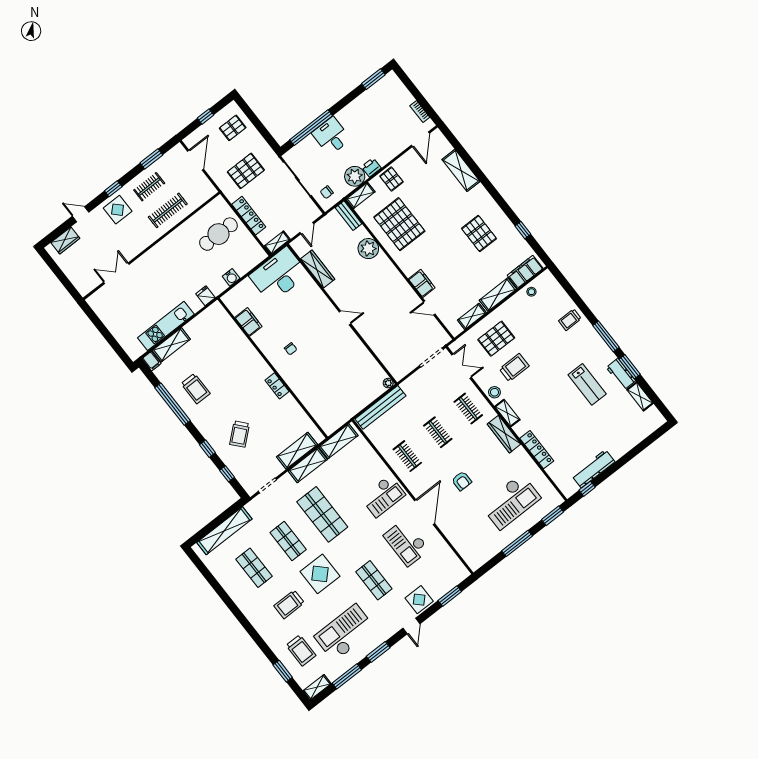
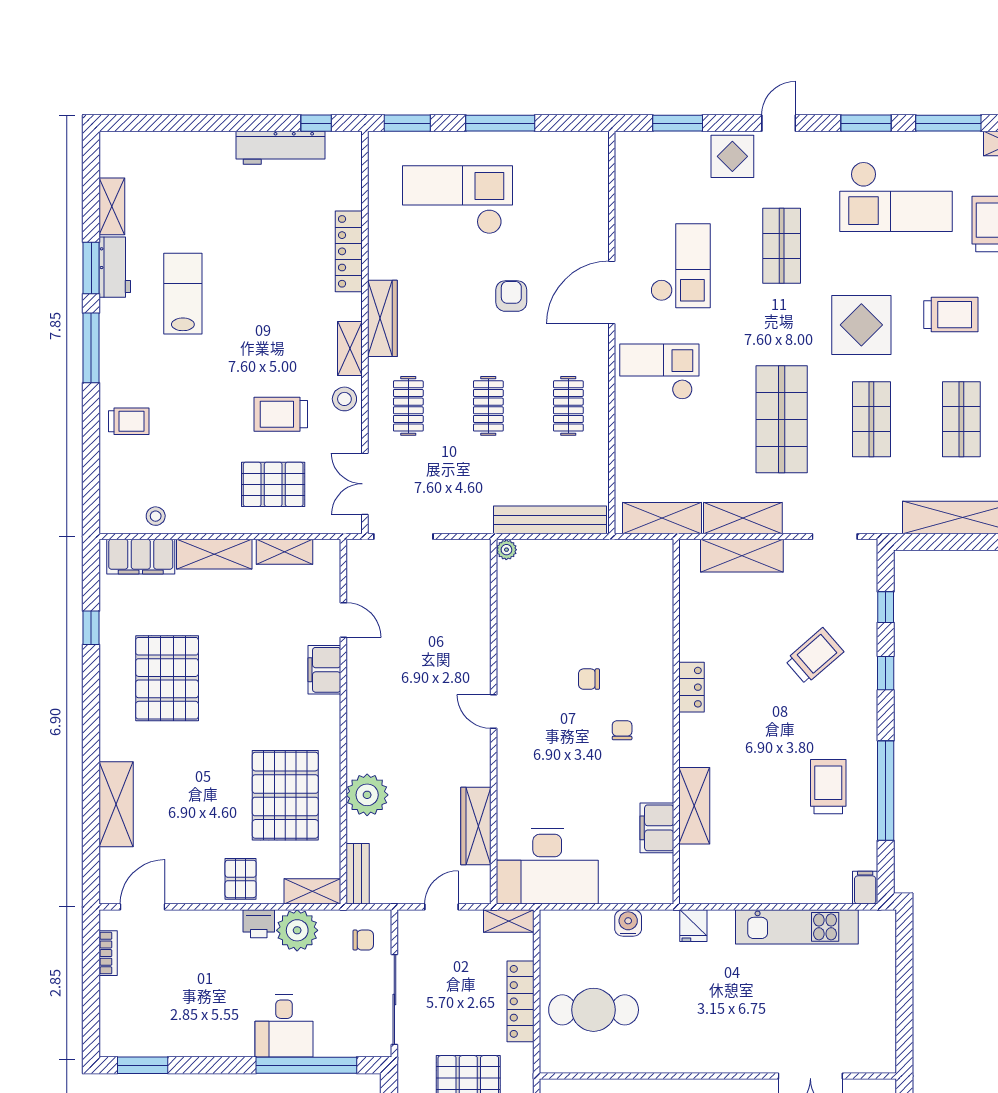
pallet: (479, 233) -> (167, 678), width x1.37, depth x1.41
shelving: (171, 345) -> (694, 806), moved, turned 90
chair: (318, 358) -> (589, 679), added

